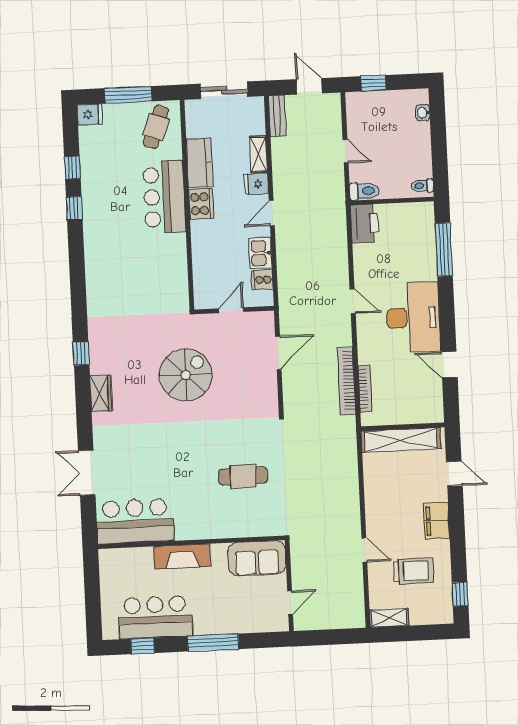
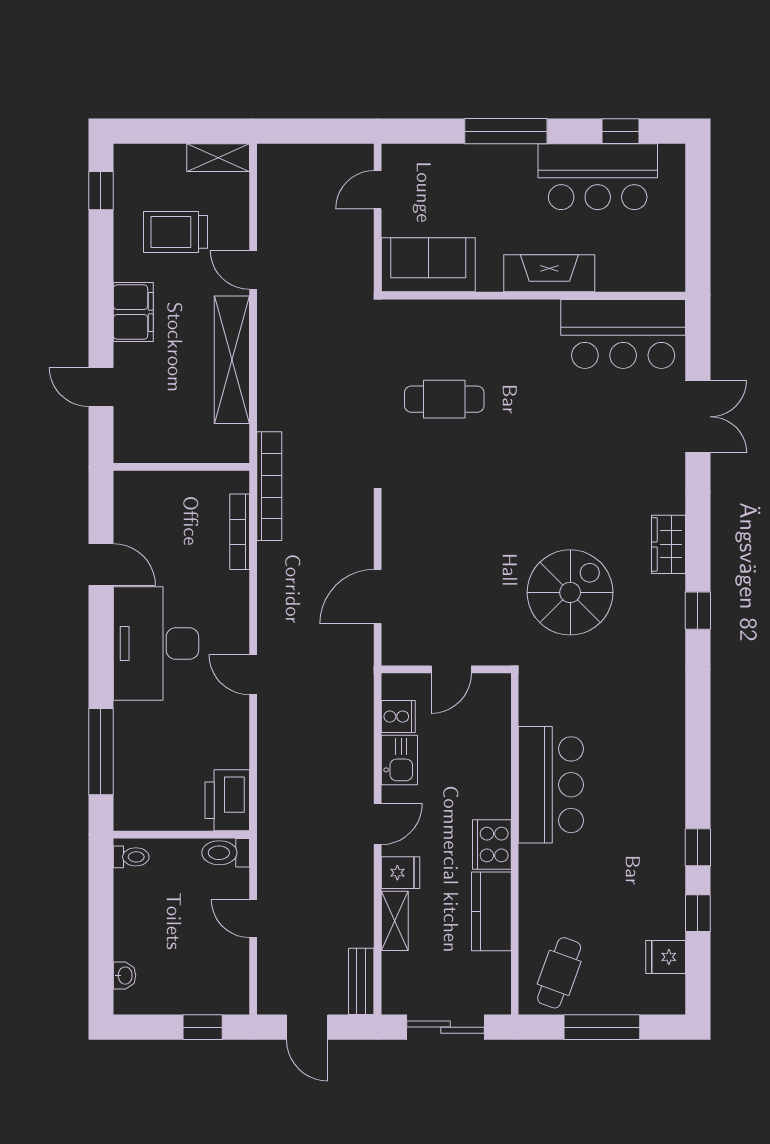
fridge: (90, 115) -> (666, 957), moved
bar counter: (164, 197) -> (551, 785), moved
spiral stairs: (186, 375) -> (570, 592), moved, turned 180
bookcase: (346, 381) -> (269, 486), moved
shelving: (401, 440) -> (232, 360), moved, turned 90

